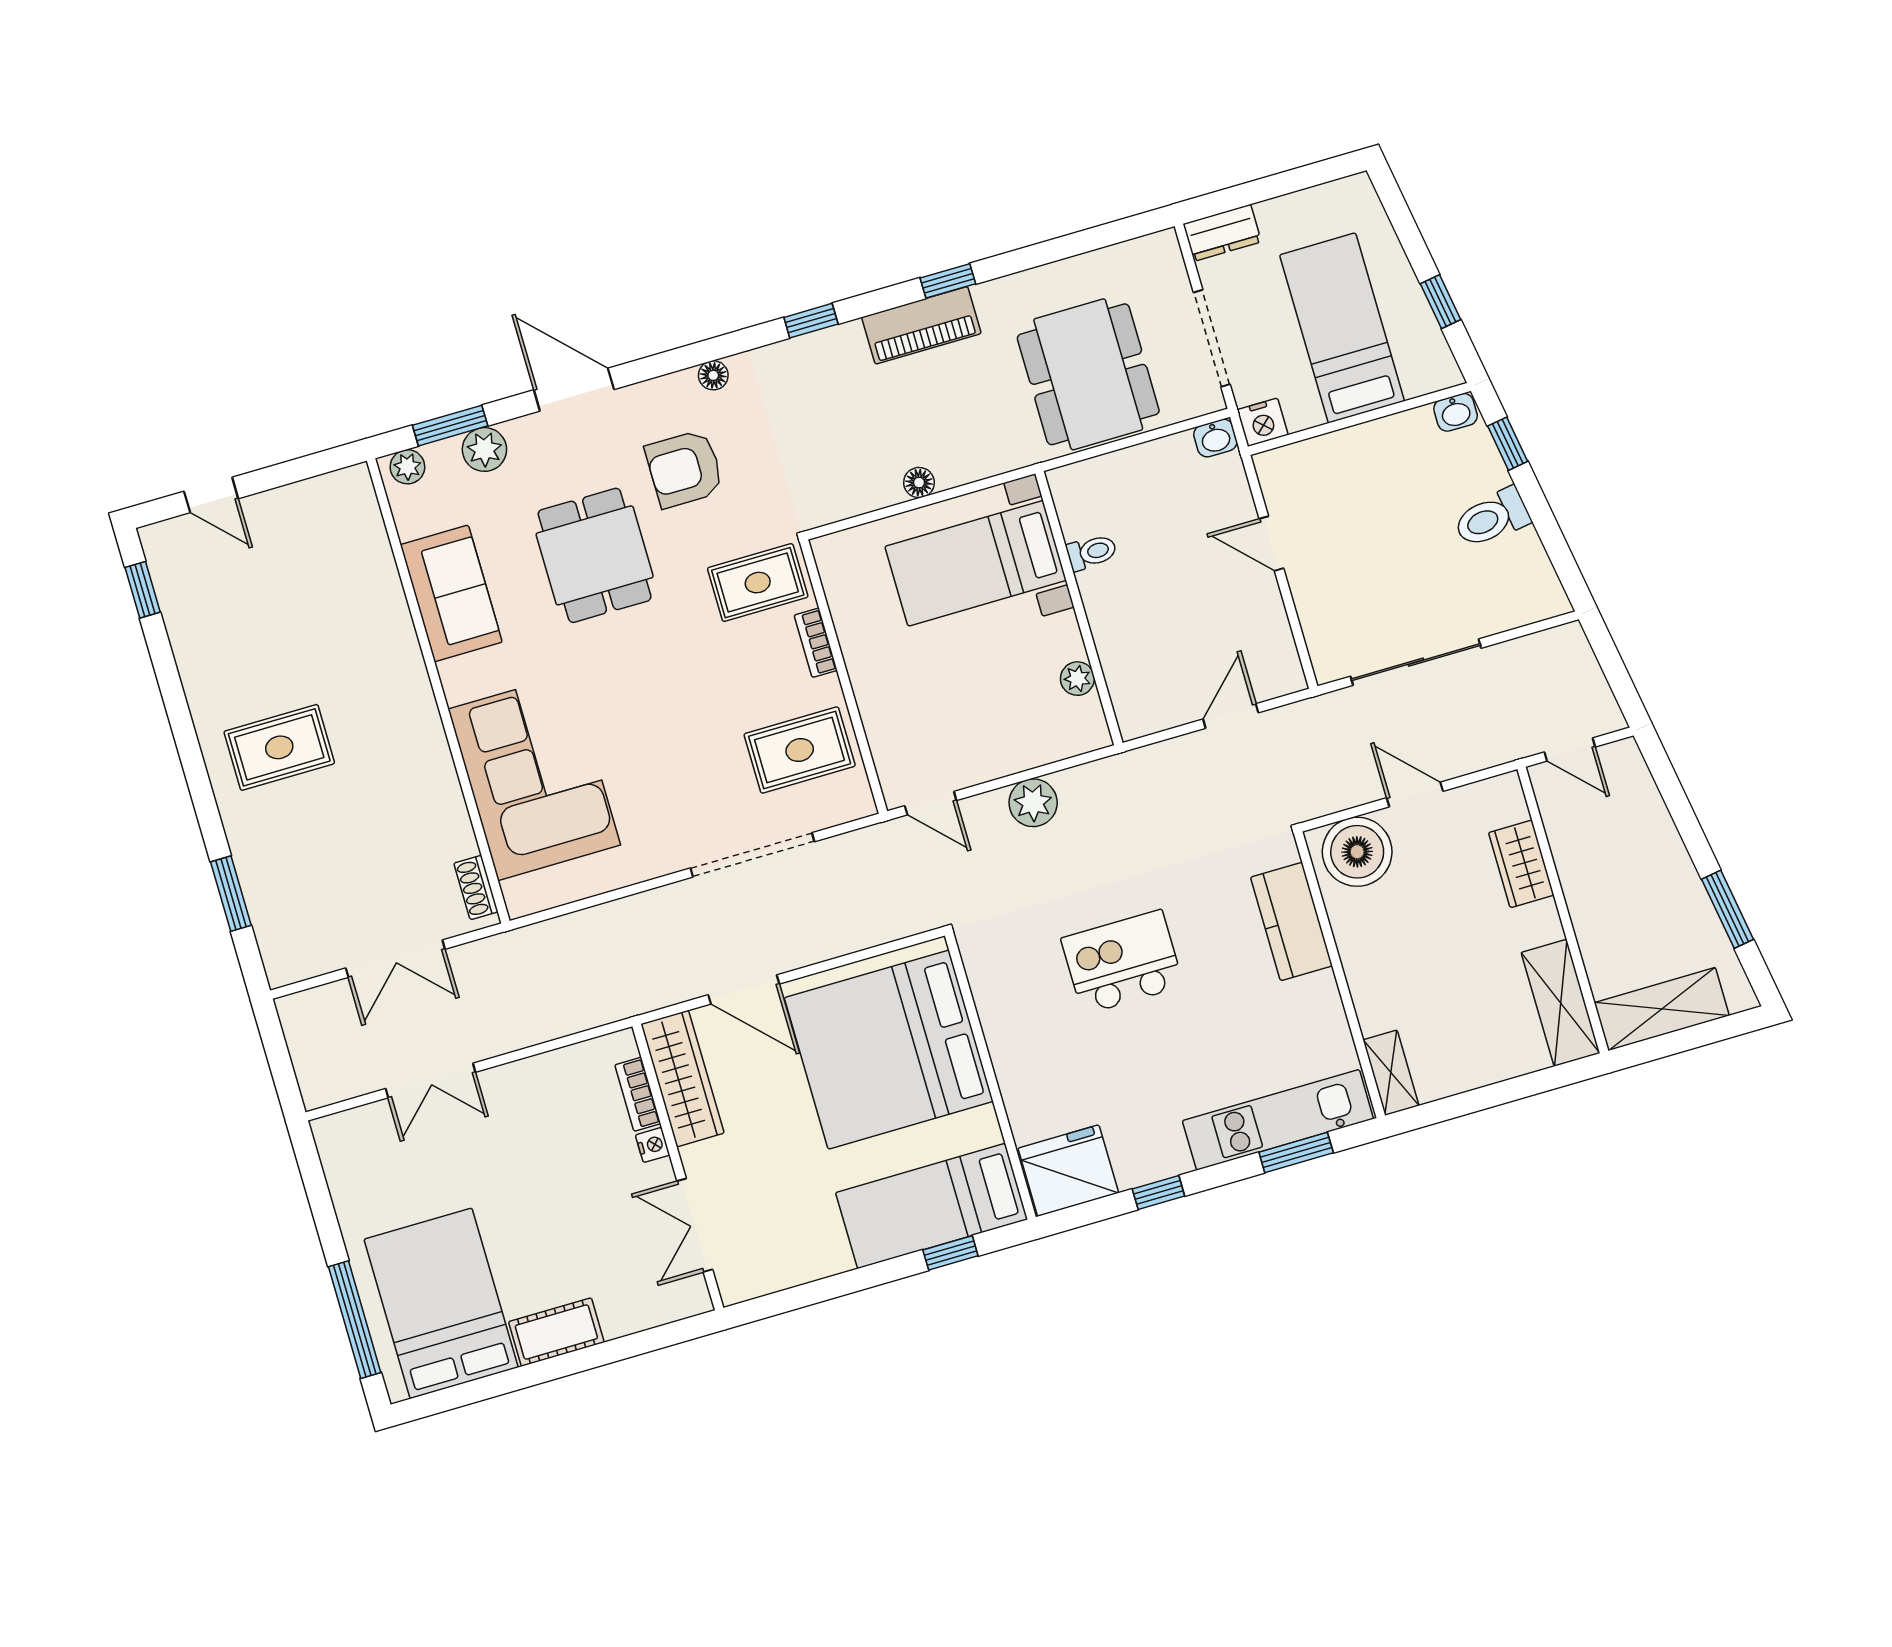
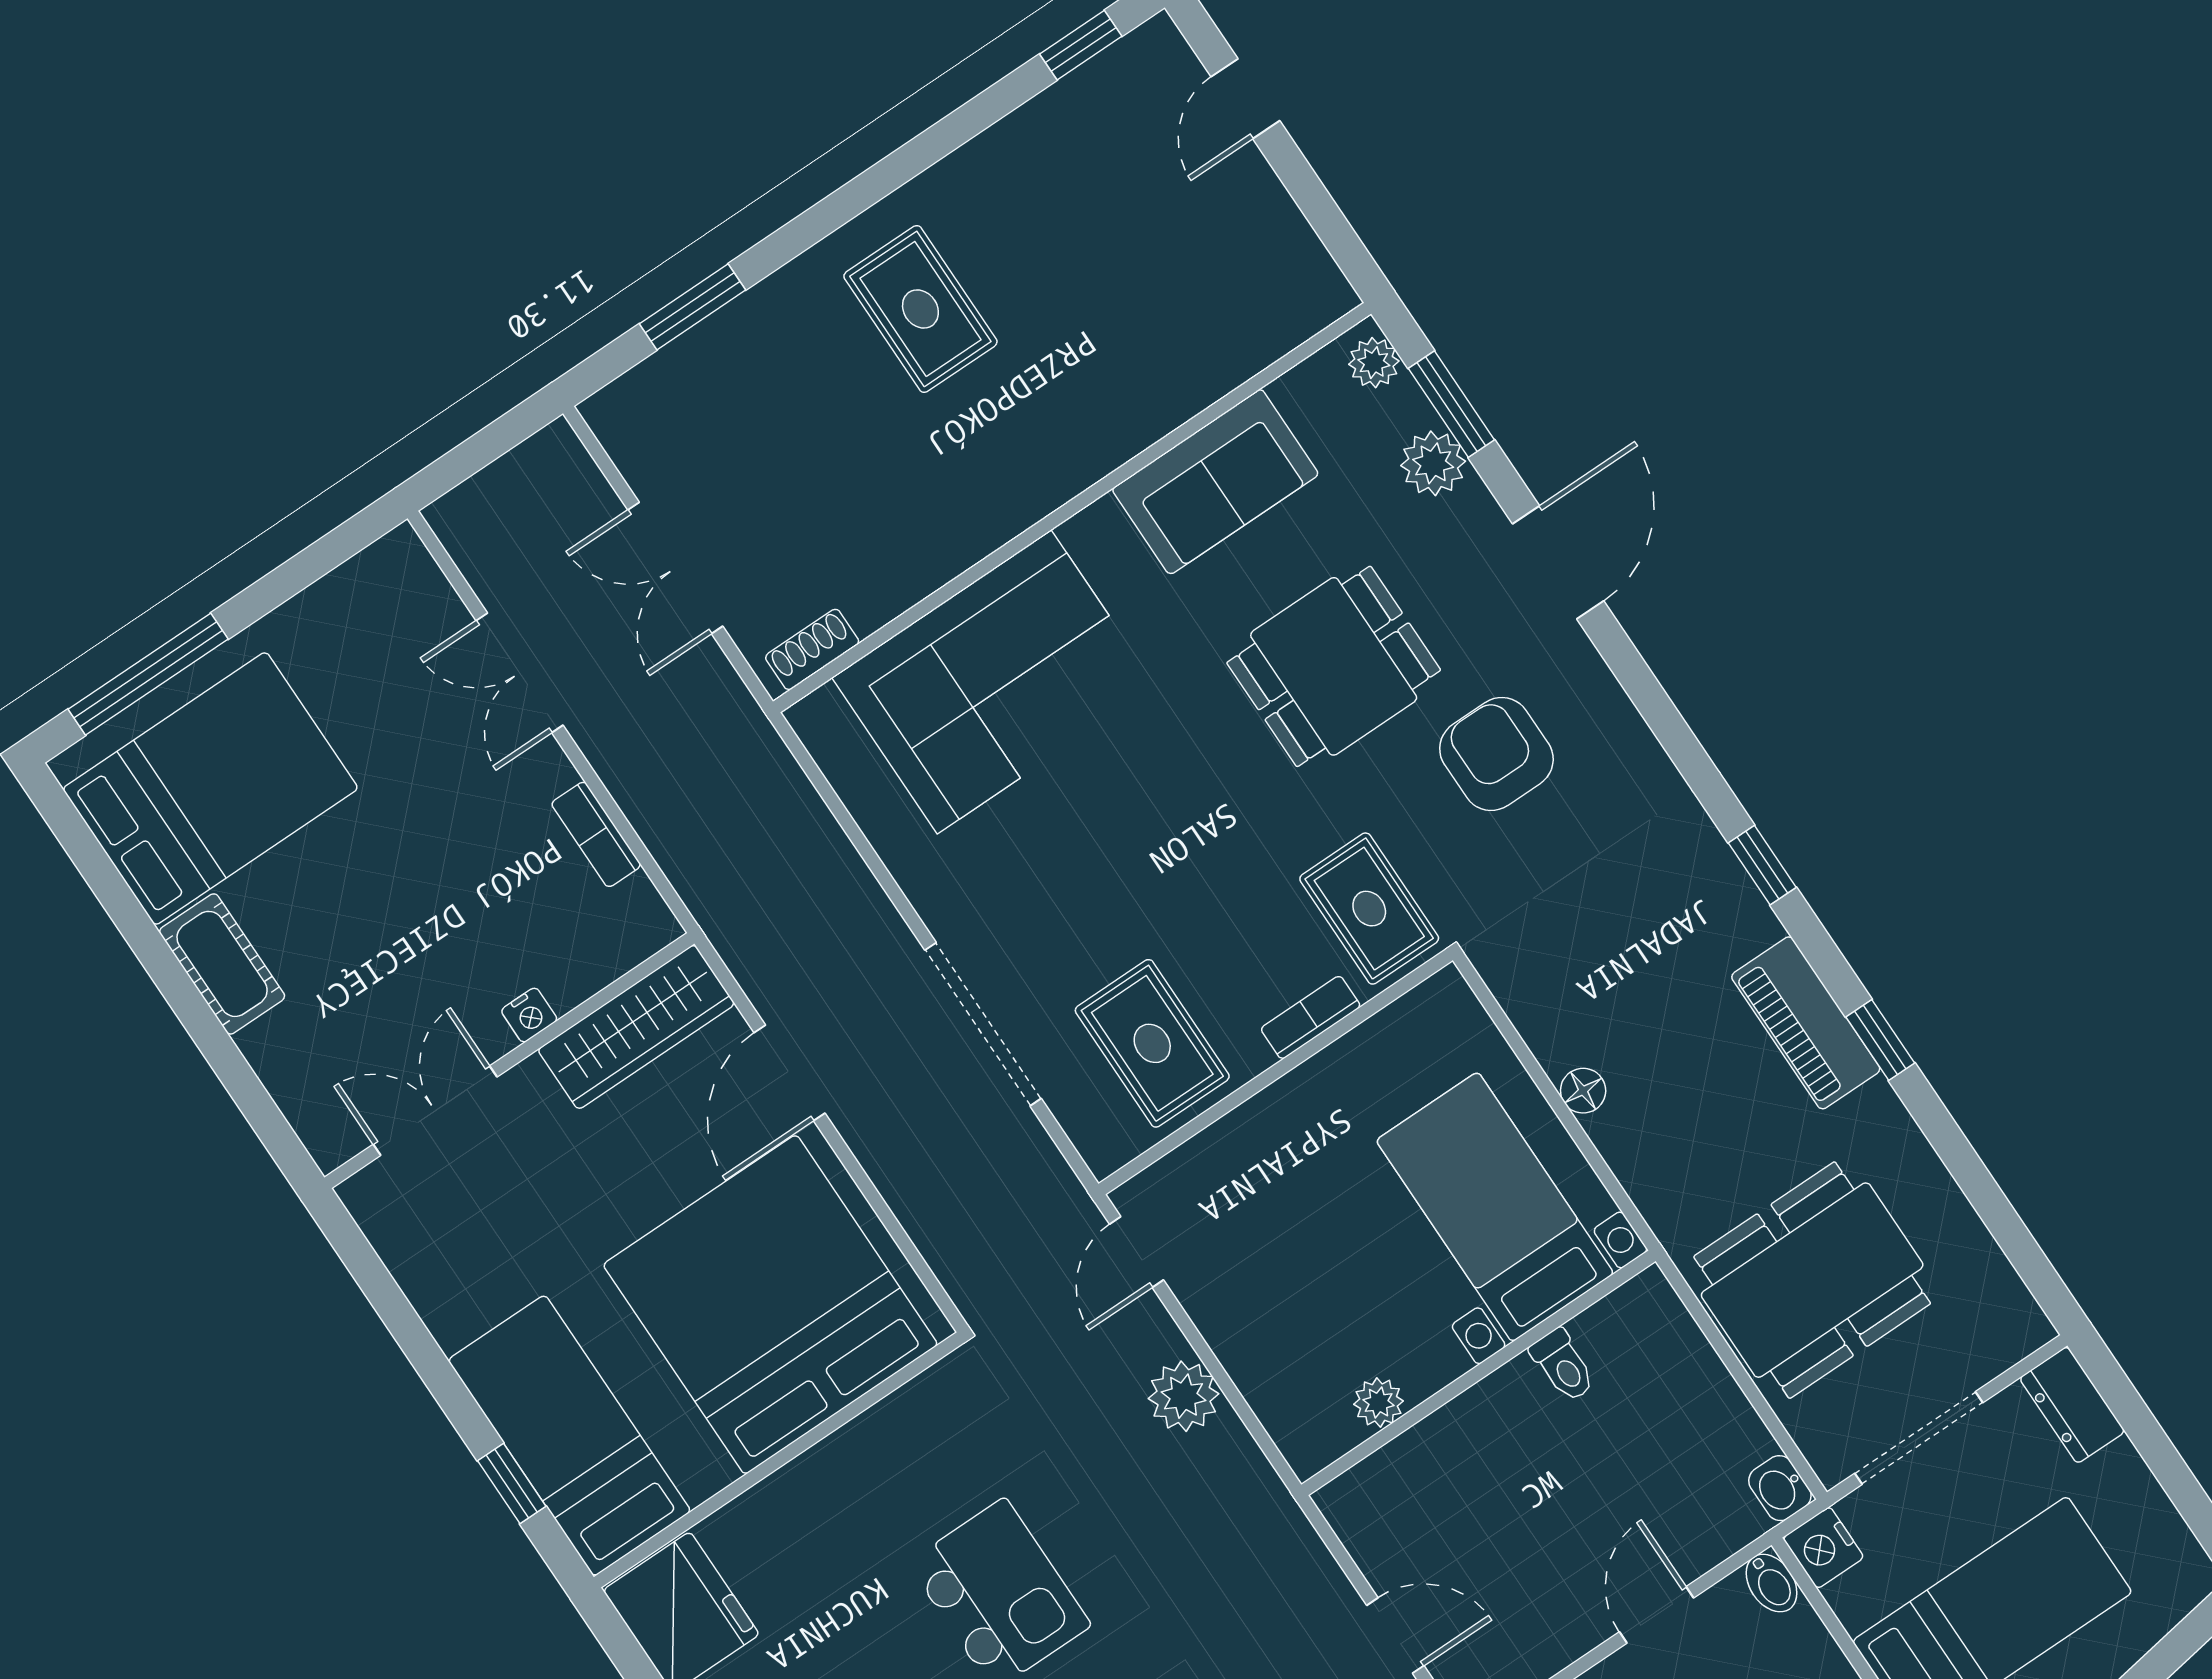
floor lamp: (713, 375) -> (1641, 752), removed
bidet: (1275, 463) -> (1772, 1583), added
bookcase: (638, 1094) -> (596, 834), moved, turned -90

